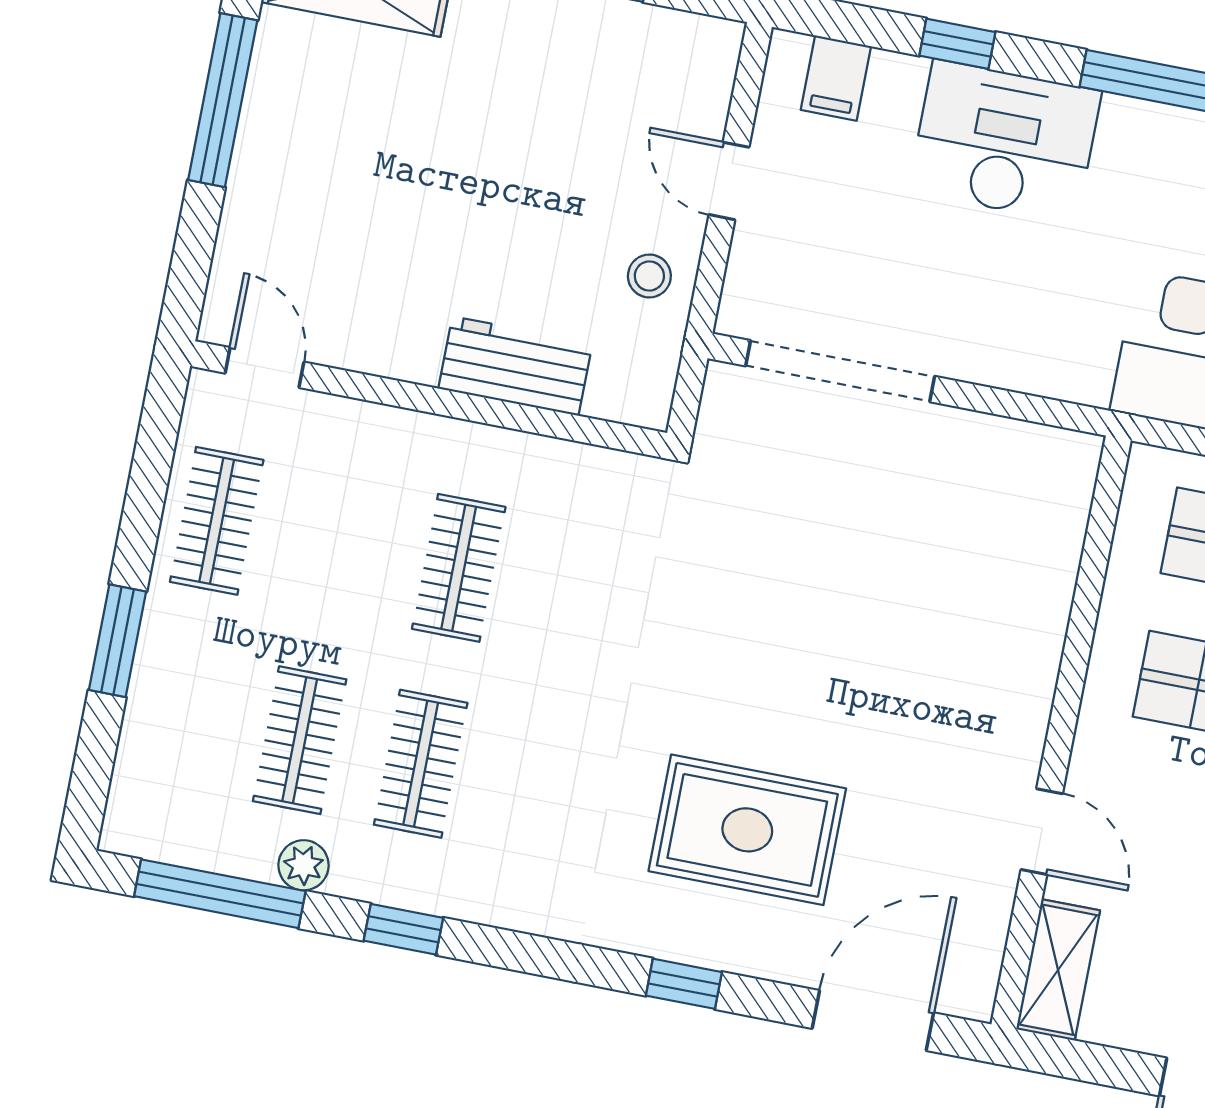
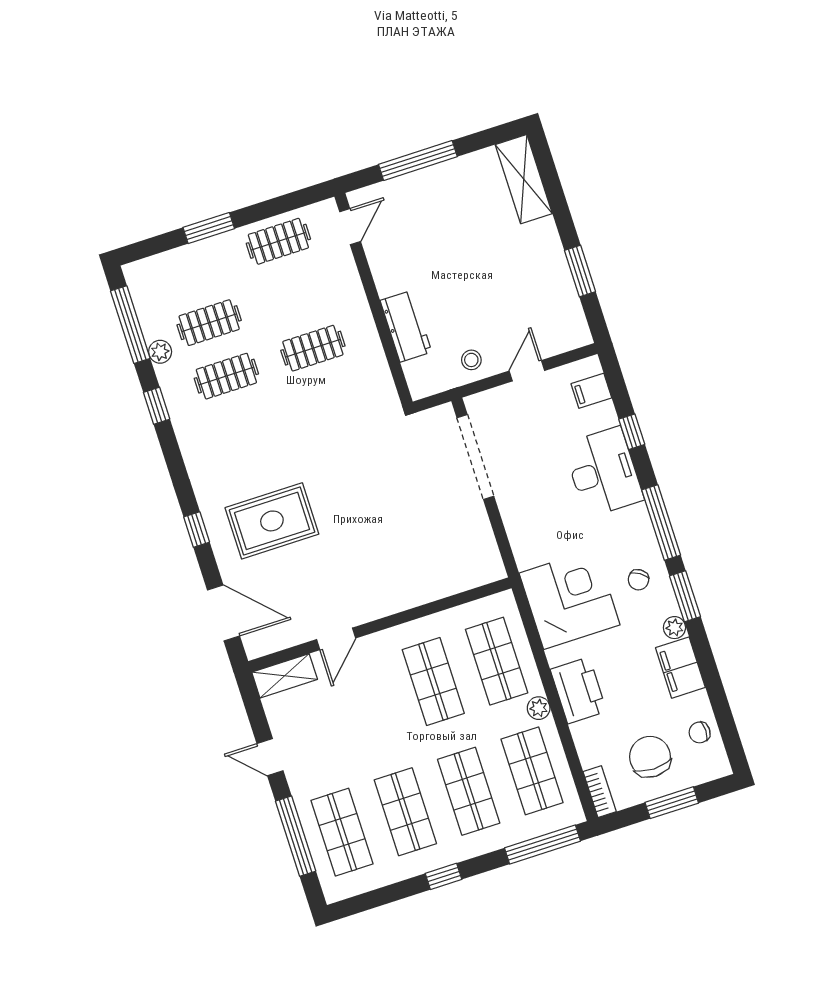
window: (223, 100) -> (418, 161), moved
rug: (747, 830) -> (272, 521), turned 90

